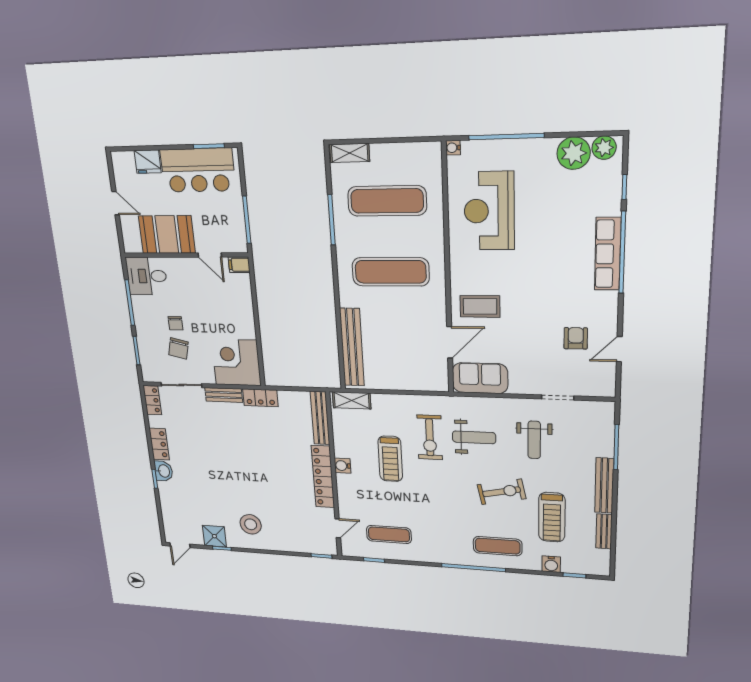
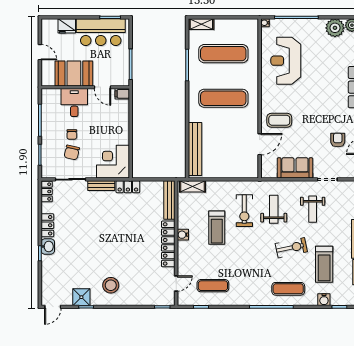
desk: (147, 276) -> (74, 103), moved, turned 90
sofa: (480, 378) -> (295, 168), moved
weight bench: (474, 437) -> (274, 209), turned -90

